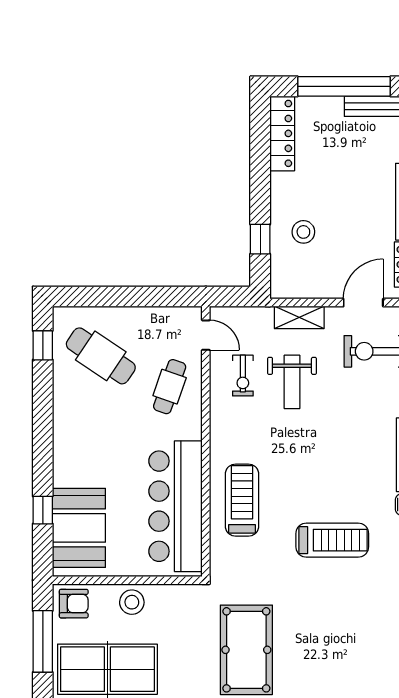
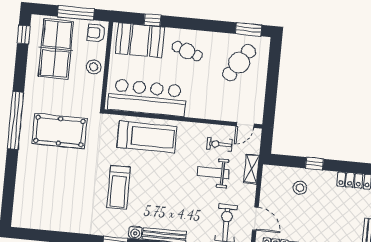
window: (260, 239) -> (314, 164), moved
shelving: (299, 317) -> (252, 169), moved
window: (43, 345) -> (248, 29), width x1.50
cafe table: (170, 387) -> (187, 51), moved
treadmill: (242, 500) -> (147, 137), width x1.37, depth x1.38
armchair: (74, 604) -> (96, 33), turned 90

